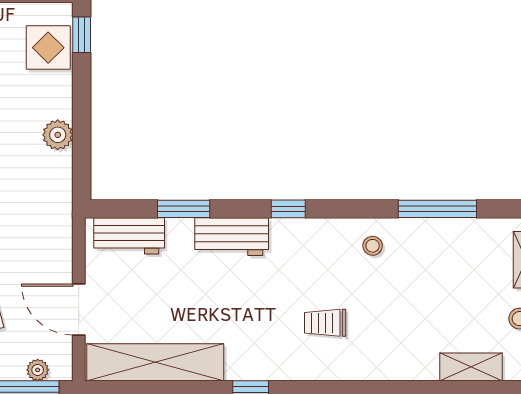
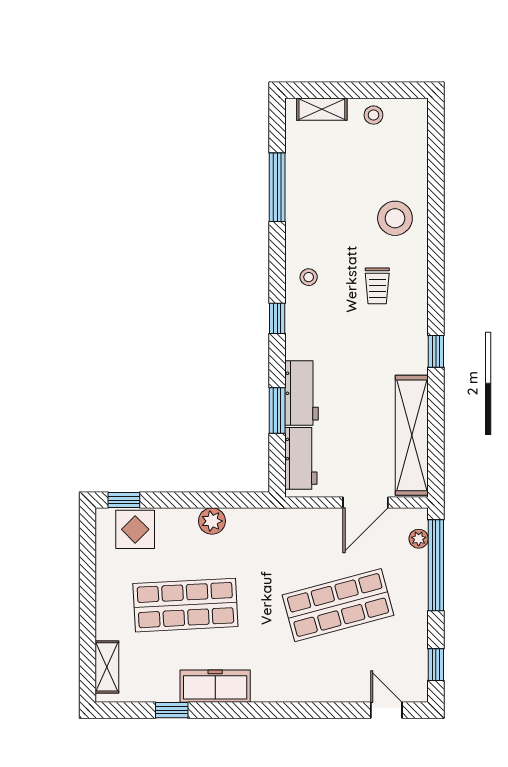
workbench: (232, 237) -> (301, 393), moved
stool: (373, 246) -> (309, 277), moved
stool: (402, 343) -> (395, 218), added
shelving: (471, 367) -> (416, 158), removed

